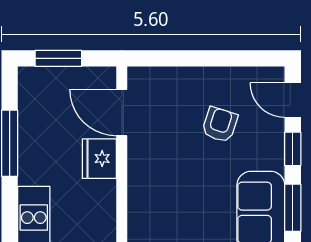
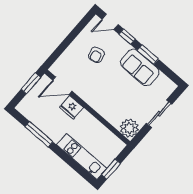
window: (58, 58) -> (31, 83), moved
armchair: (220, 125) -> (96, 55), turned -123

